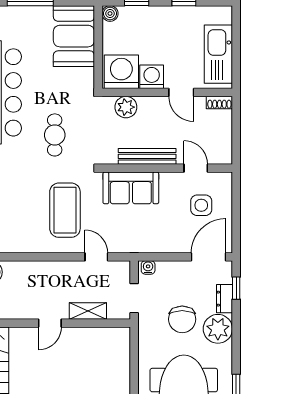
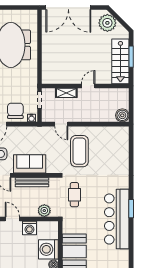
washing machine: (121, 72) -> (48, 249), moved, turned 90
cafe table: (55, 135) -> (74, 195), moved
sofa: (131, 188) -> (30, 164), moved
chair: (182, 319) -> (15, 111), moved

